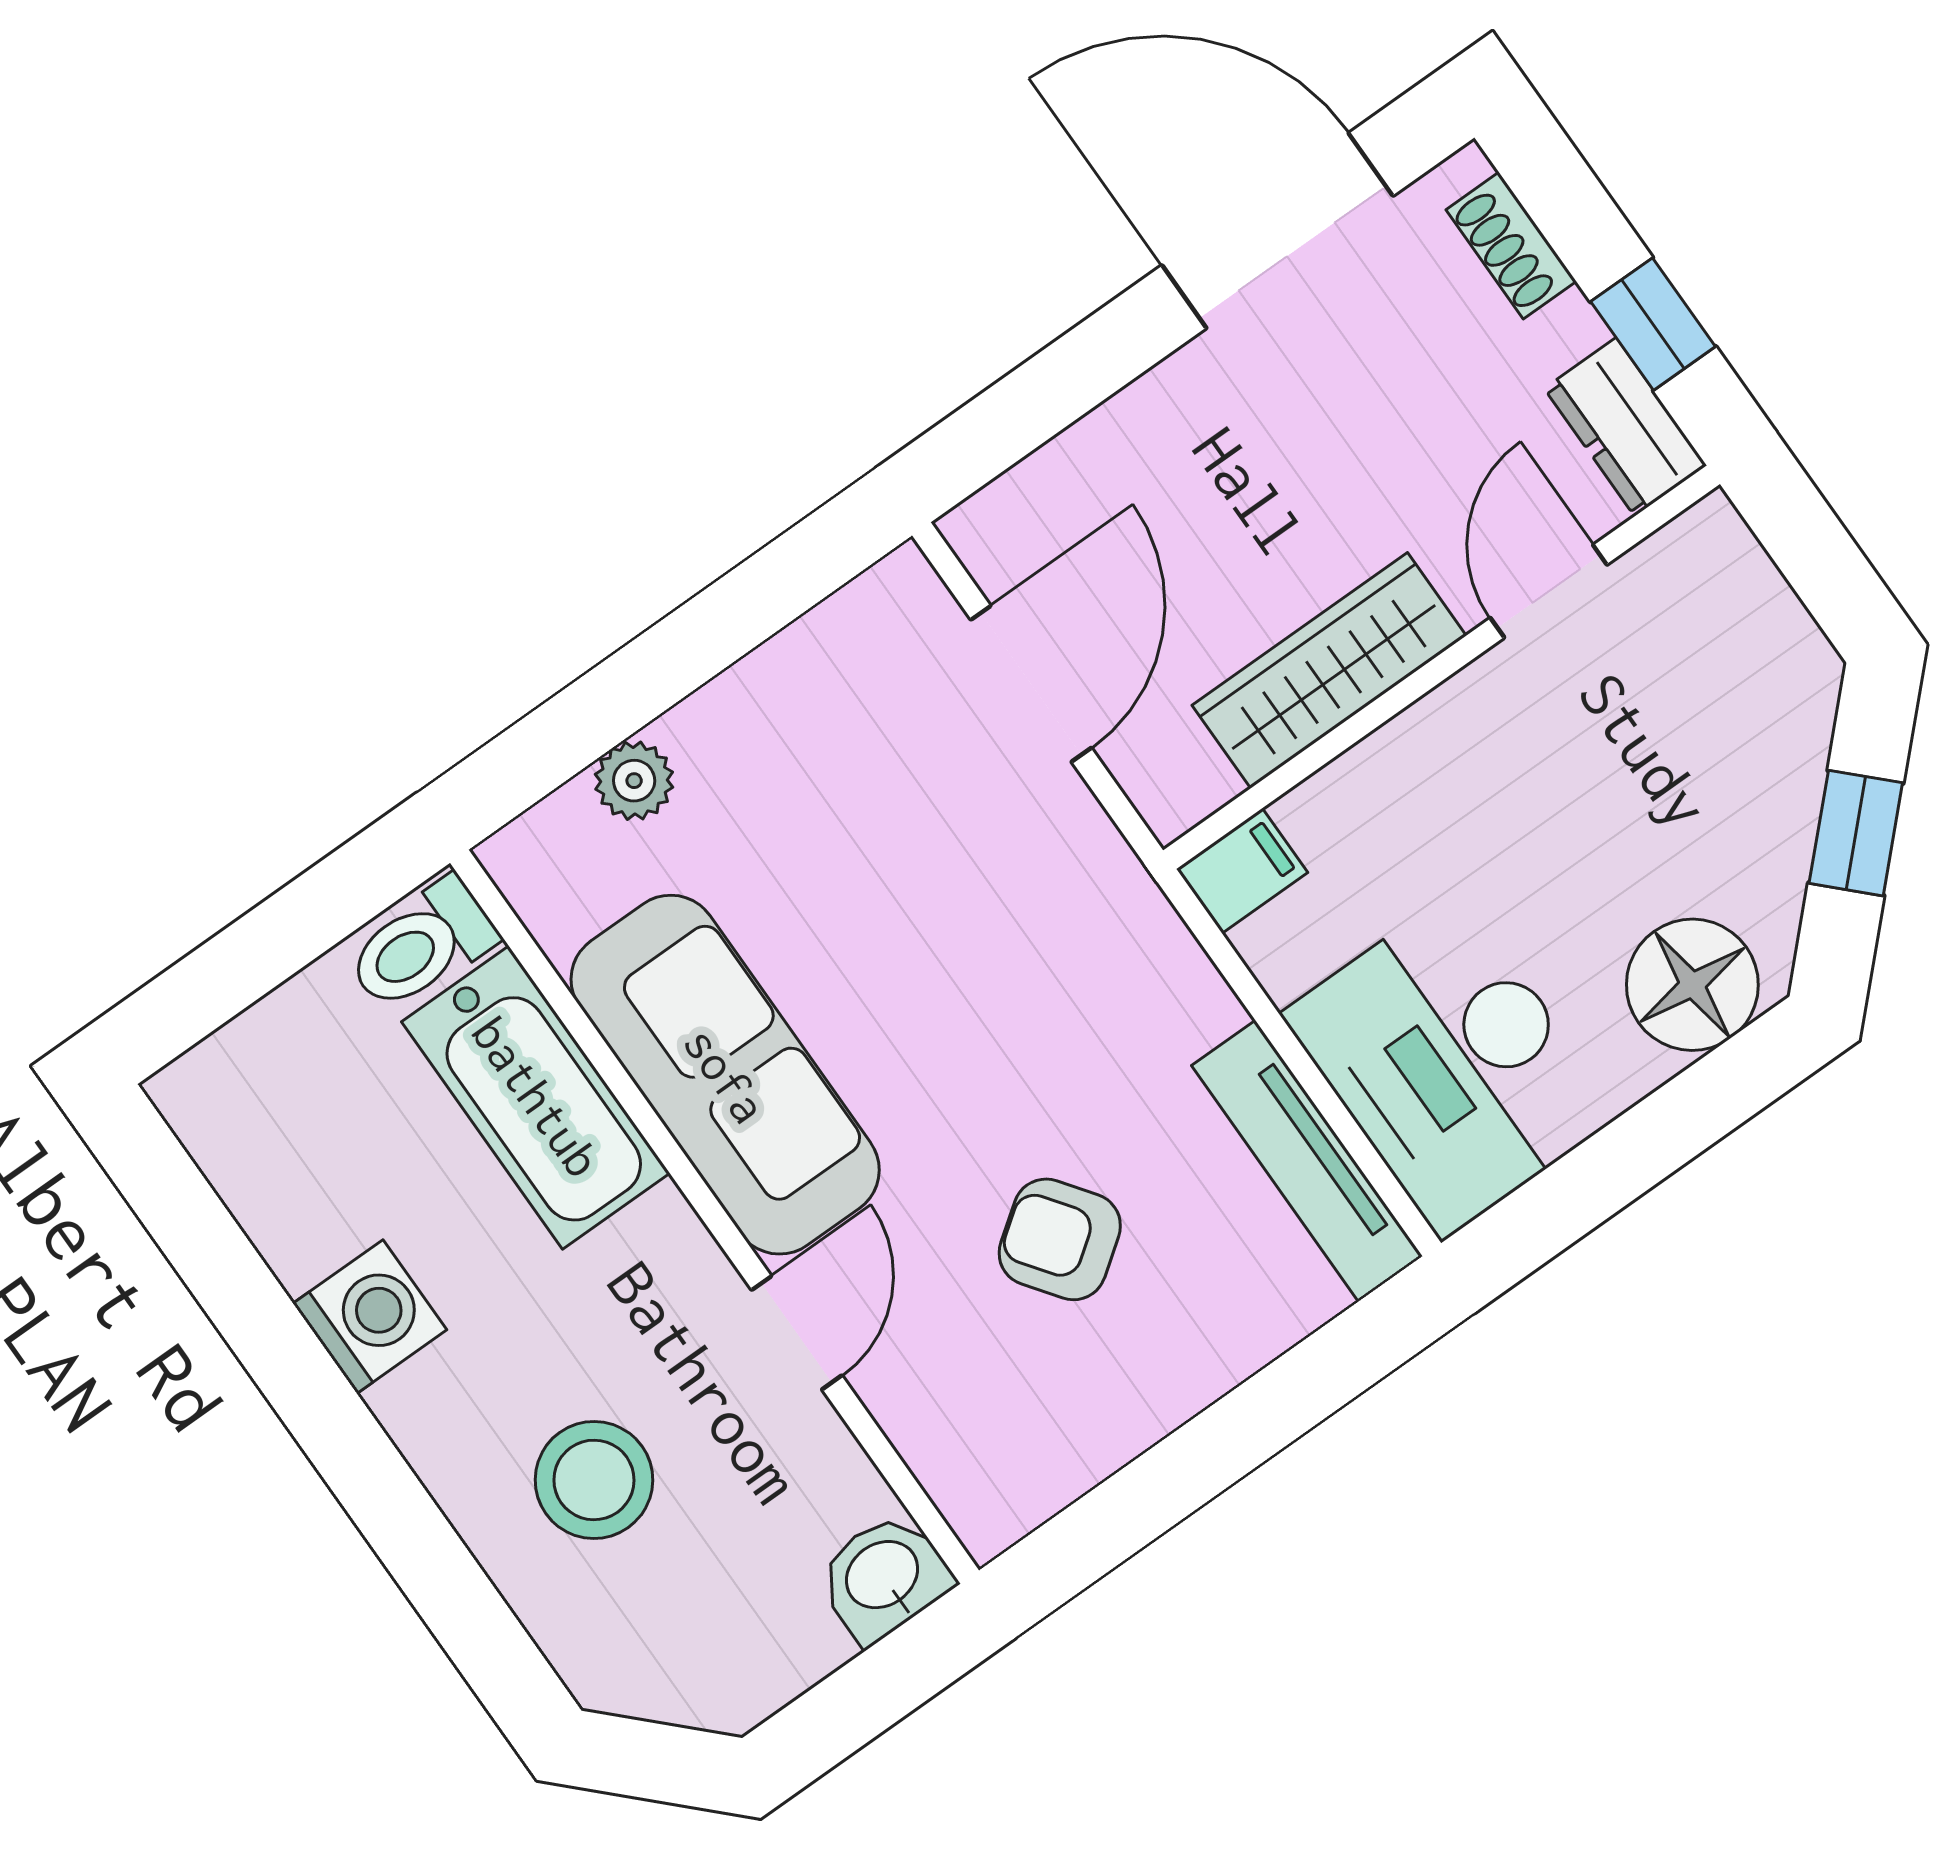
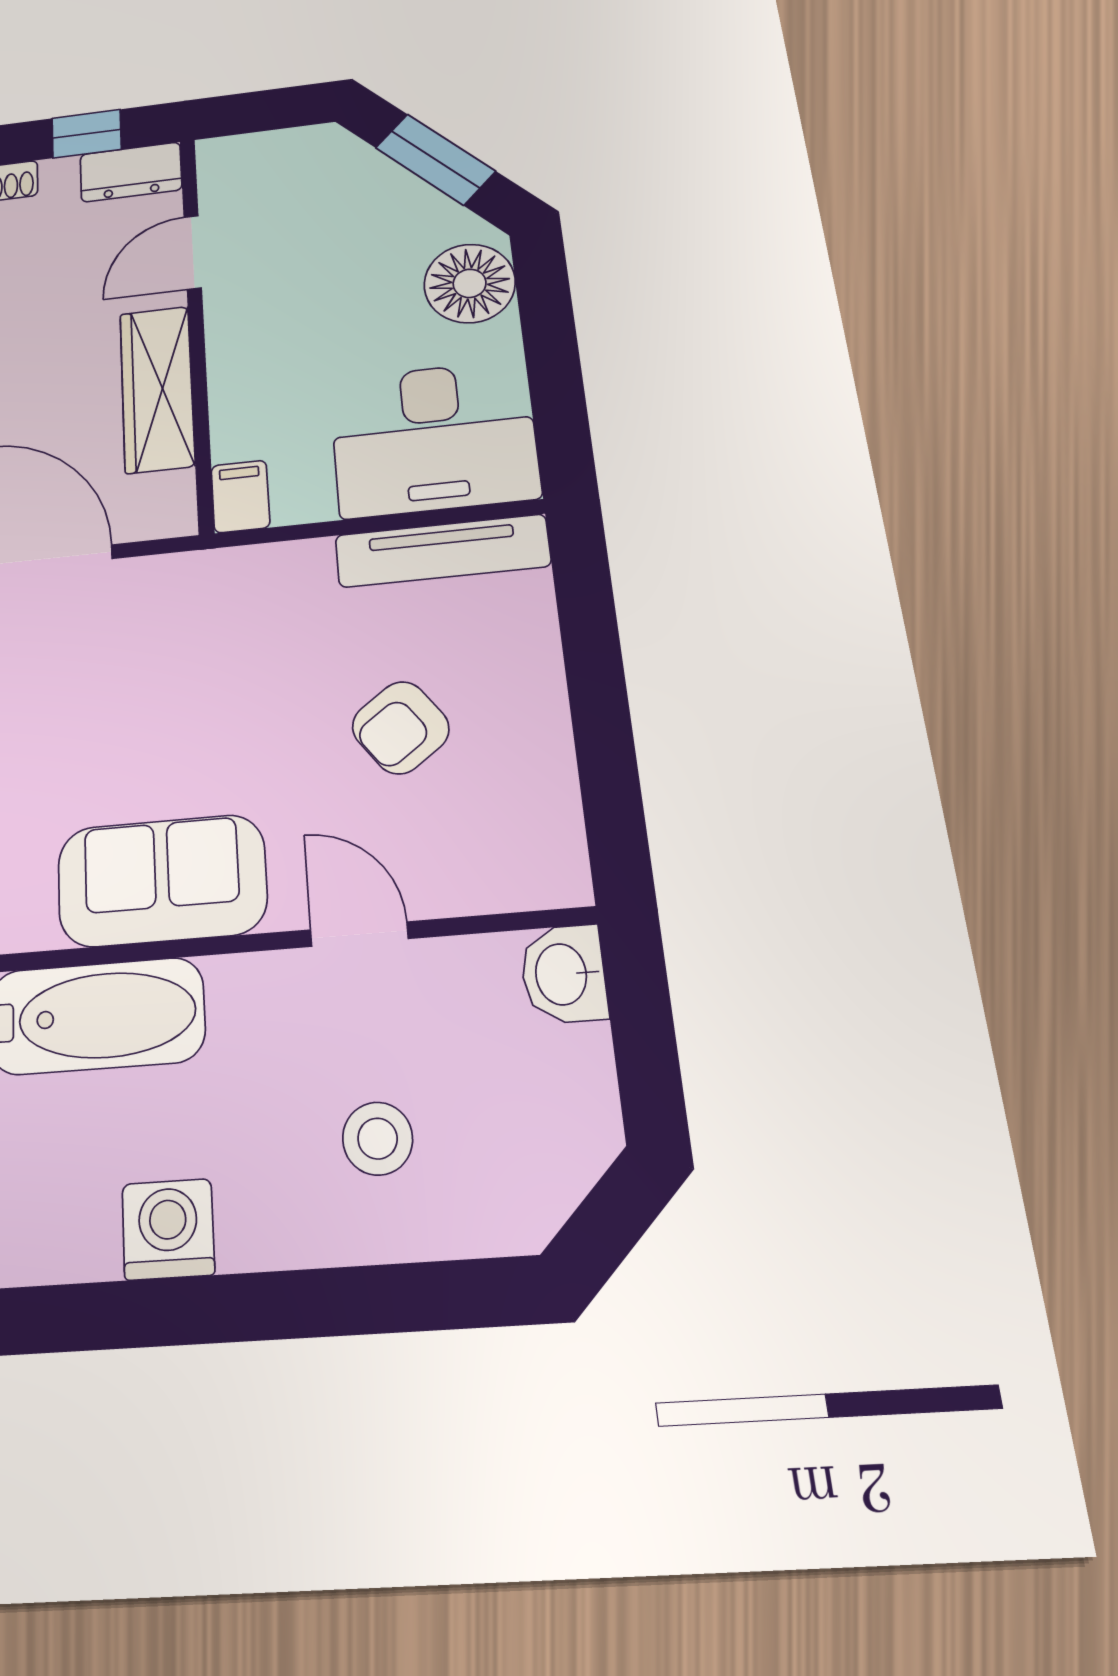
door: (1549, 591) -> (193, 252), hinge flipped
window: (1856, 833) -> (435, 159), width x1.50
sofa: (725, 1075) -> (162, 881), width x0.73
stool: (594, 1480) -> (378, 1139), width x0.73, depth x0.73

